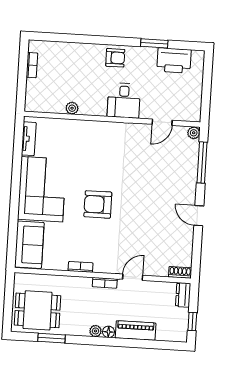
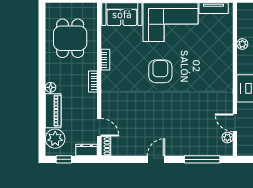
plant: (194, 133) -> (227, 138), moved
door: (133, 277) -> (99, 127), moved
dining table: (38, 310) -> (70, 38), moved
plant: (95, 331) -> (55, 139), moved, width x1.88, depth x1.88
window: (52, 338) -> (42, 38), removed

